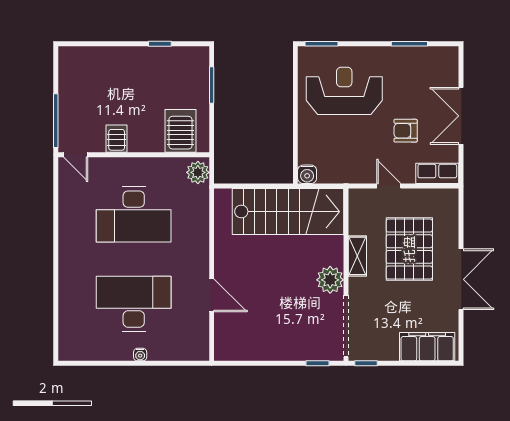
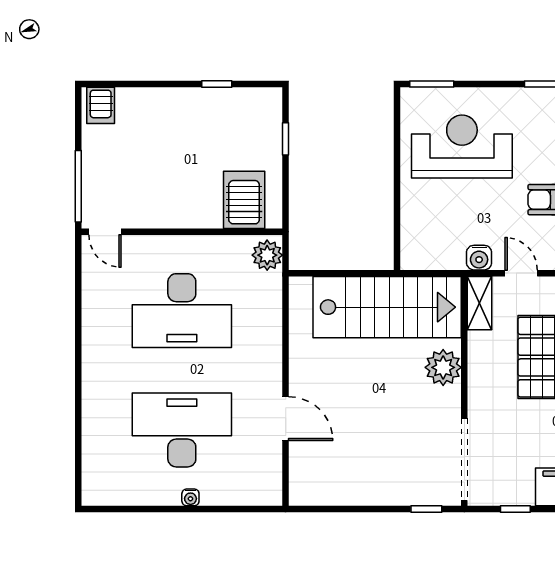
window: (212, 85) -> (286, 139), width x0.67
server rack: (117, 139) -> (101, 105), moved, turned 180
water cooler: (307, 174) -> (479, 258), moved
shelving: (357, 256) -> (479, 303), moved
plant: (330, 280) -> (443, 367), moved
window: (366, 363) -> (515, 509), moved

